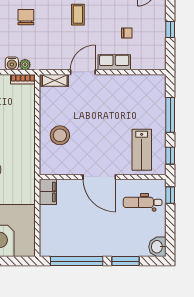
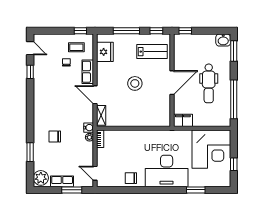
coffee table: (78, 15) -> (76, 47), moved
window: (170, 29) -> (80, 31), moved
water cooler: (12, 63) -> (89, 128), moved
fridge: (141, 86) -> (105, 52), added
stool: (60, 135) -> (135, 83), moved
dental chair: (143, 202) -> (209, 83), moved, width x1.36, depth x1.38
window: (125, 261) -> (234, 51), moved

